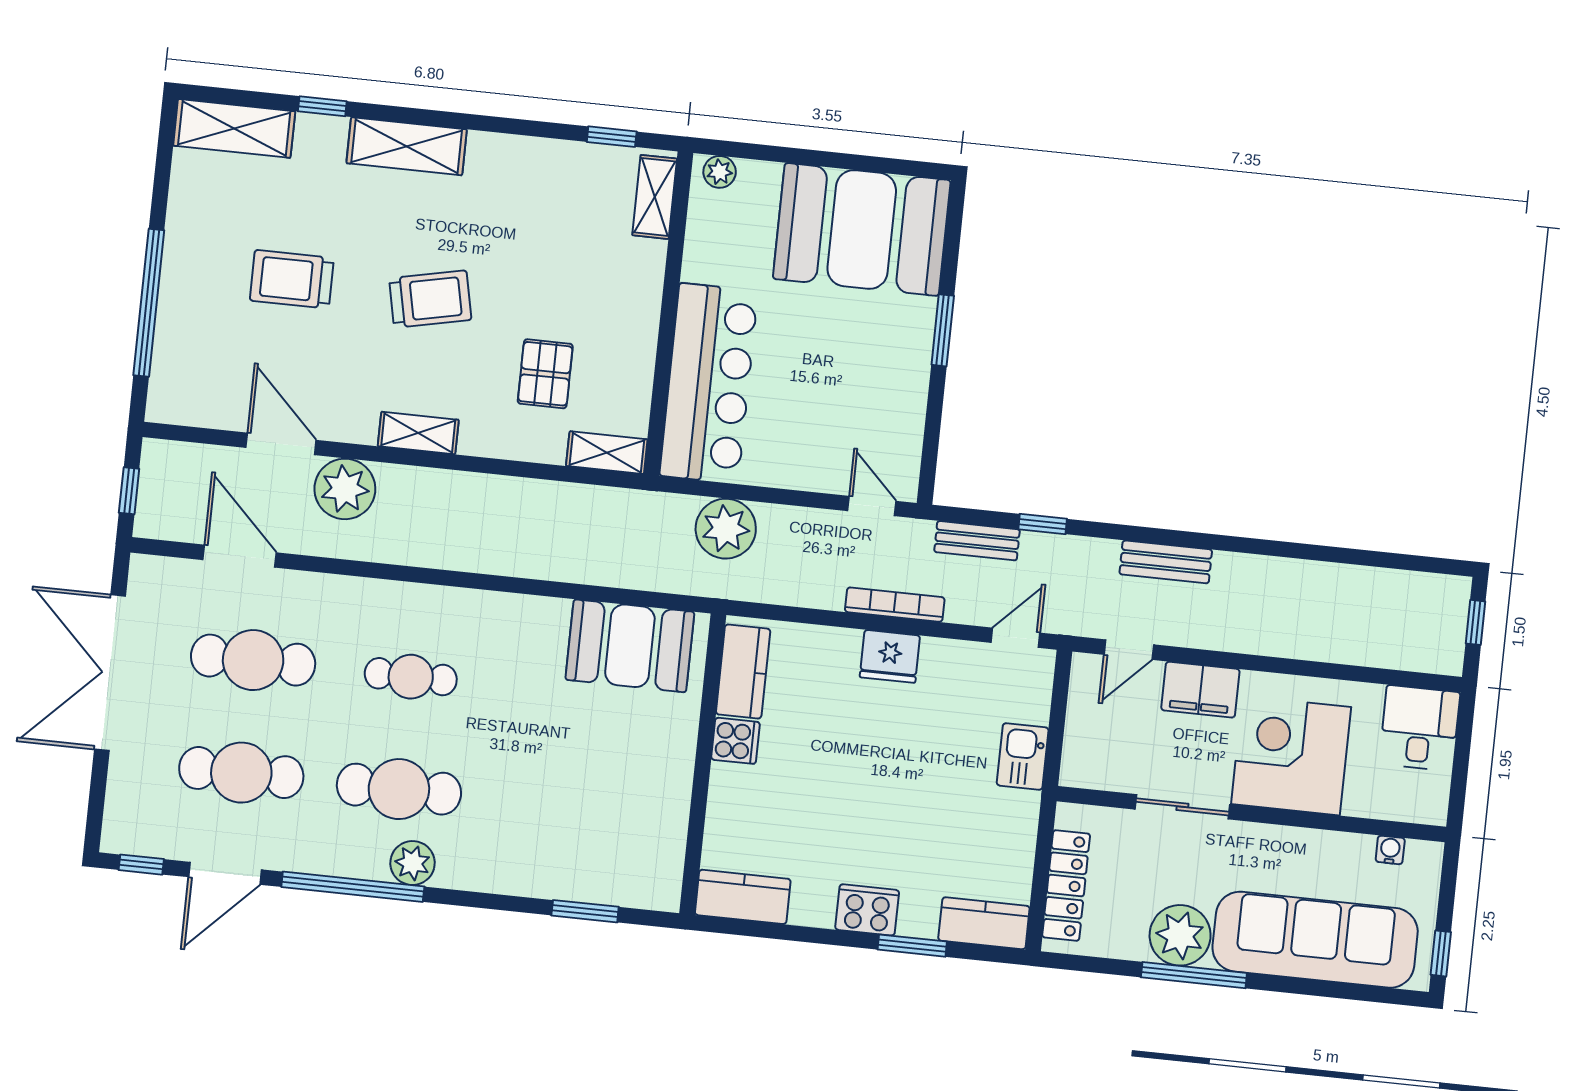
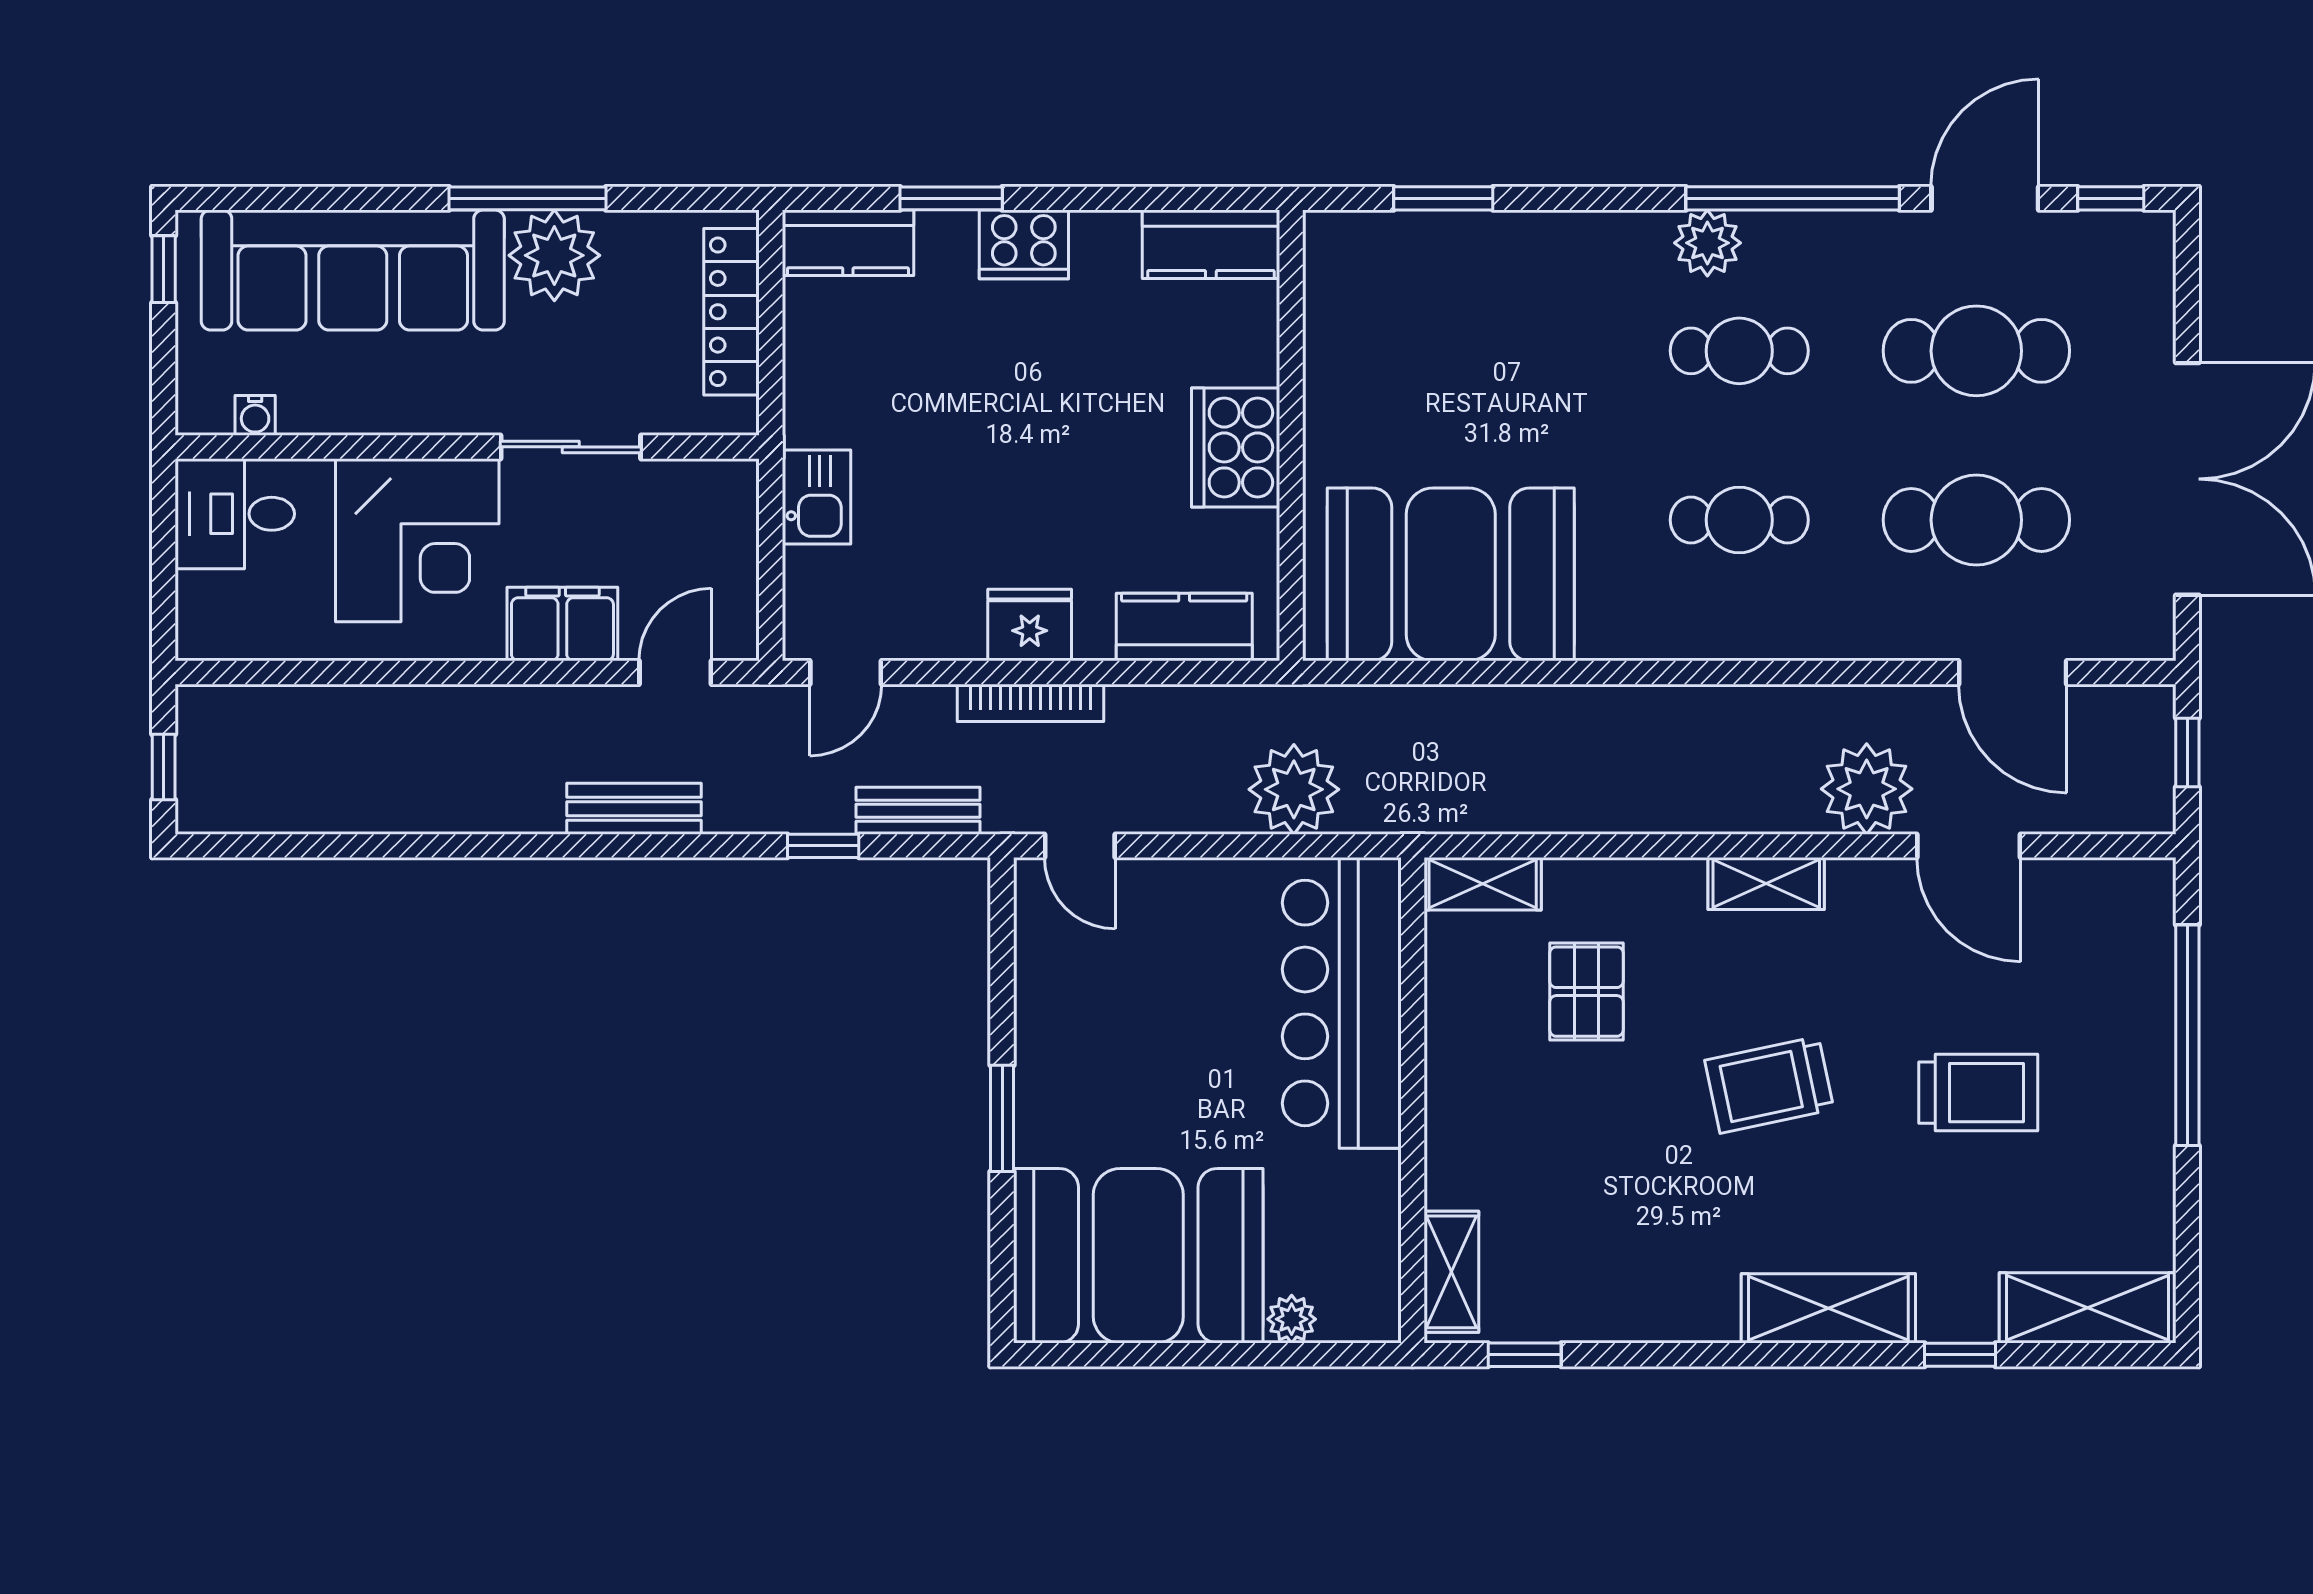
plant: (720, 172) -> (1292, 1319), moved
booth: (630, 646) -> (1451, 574), width x1.36, depth x1.42
kitchen counter: (743, 672) -> (1184, 627), moved, turned 90
desk: (1420, 728) -> (235, 514), moved, turned 90
cooker: (736, 741) -> (1236, 447), width x1.87, depth x1.31
cafe table: (399, 789) -> (1739, 351), width x0.73, depth x0.74

